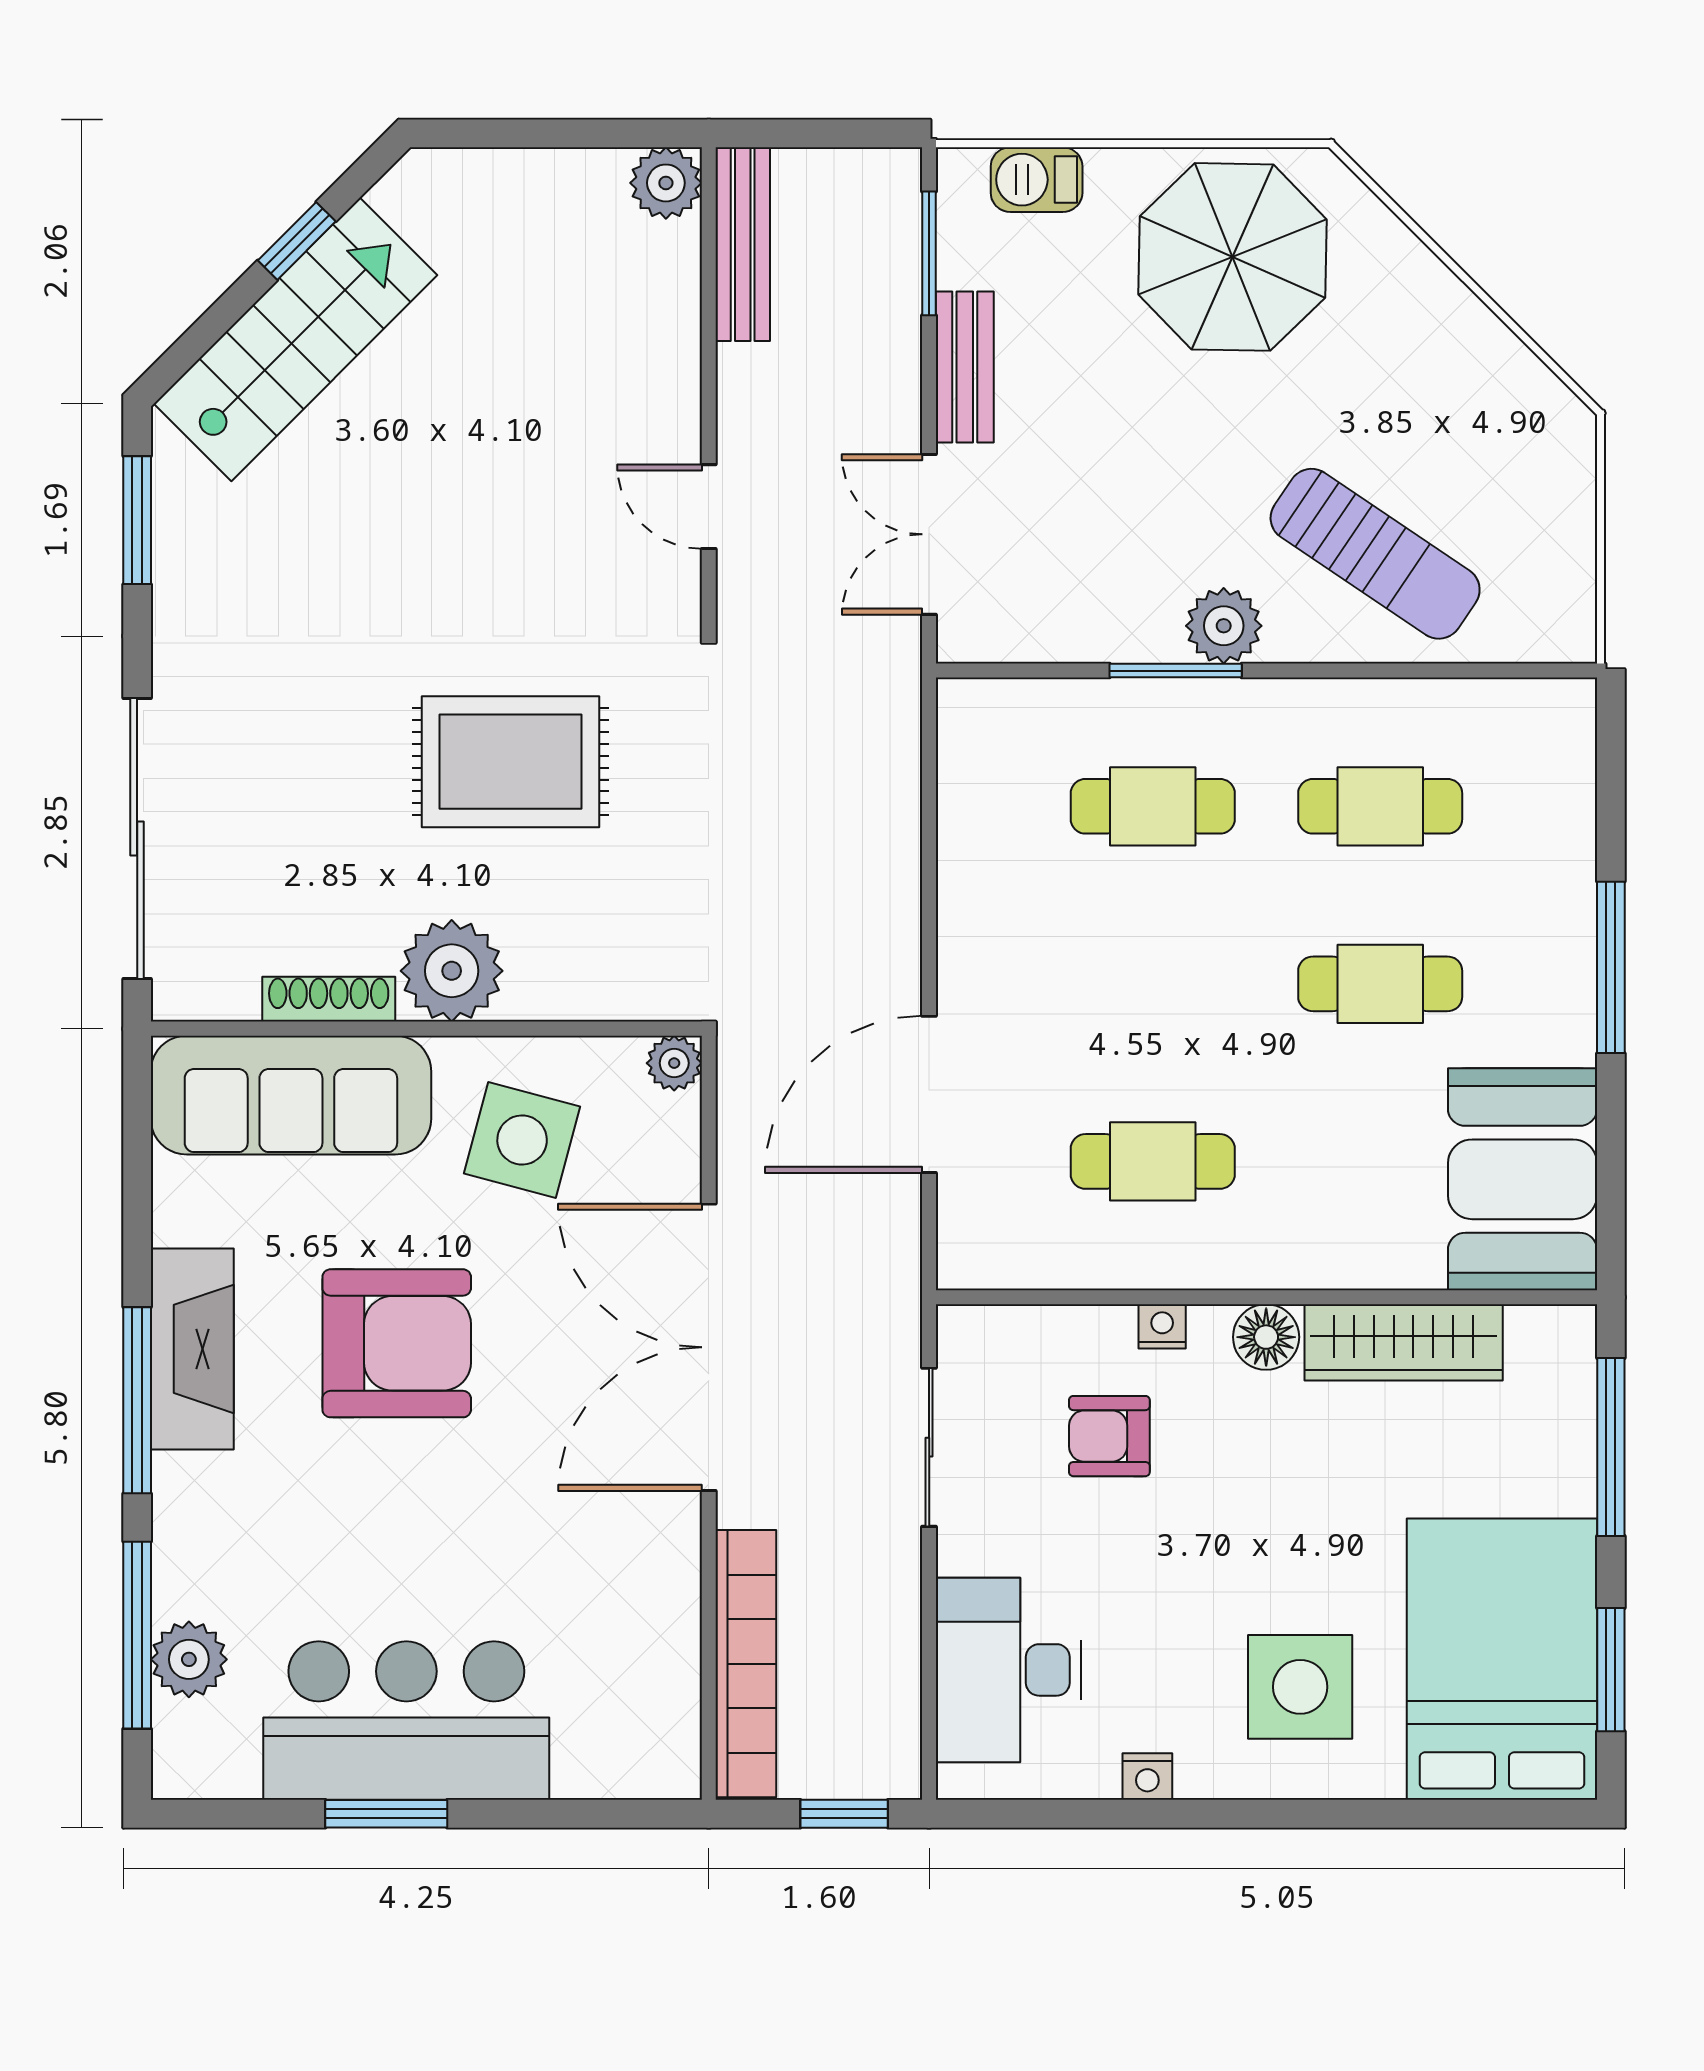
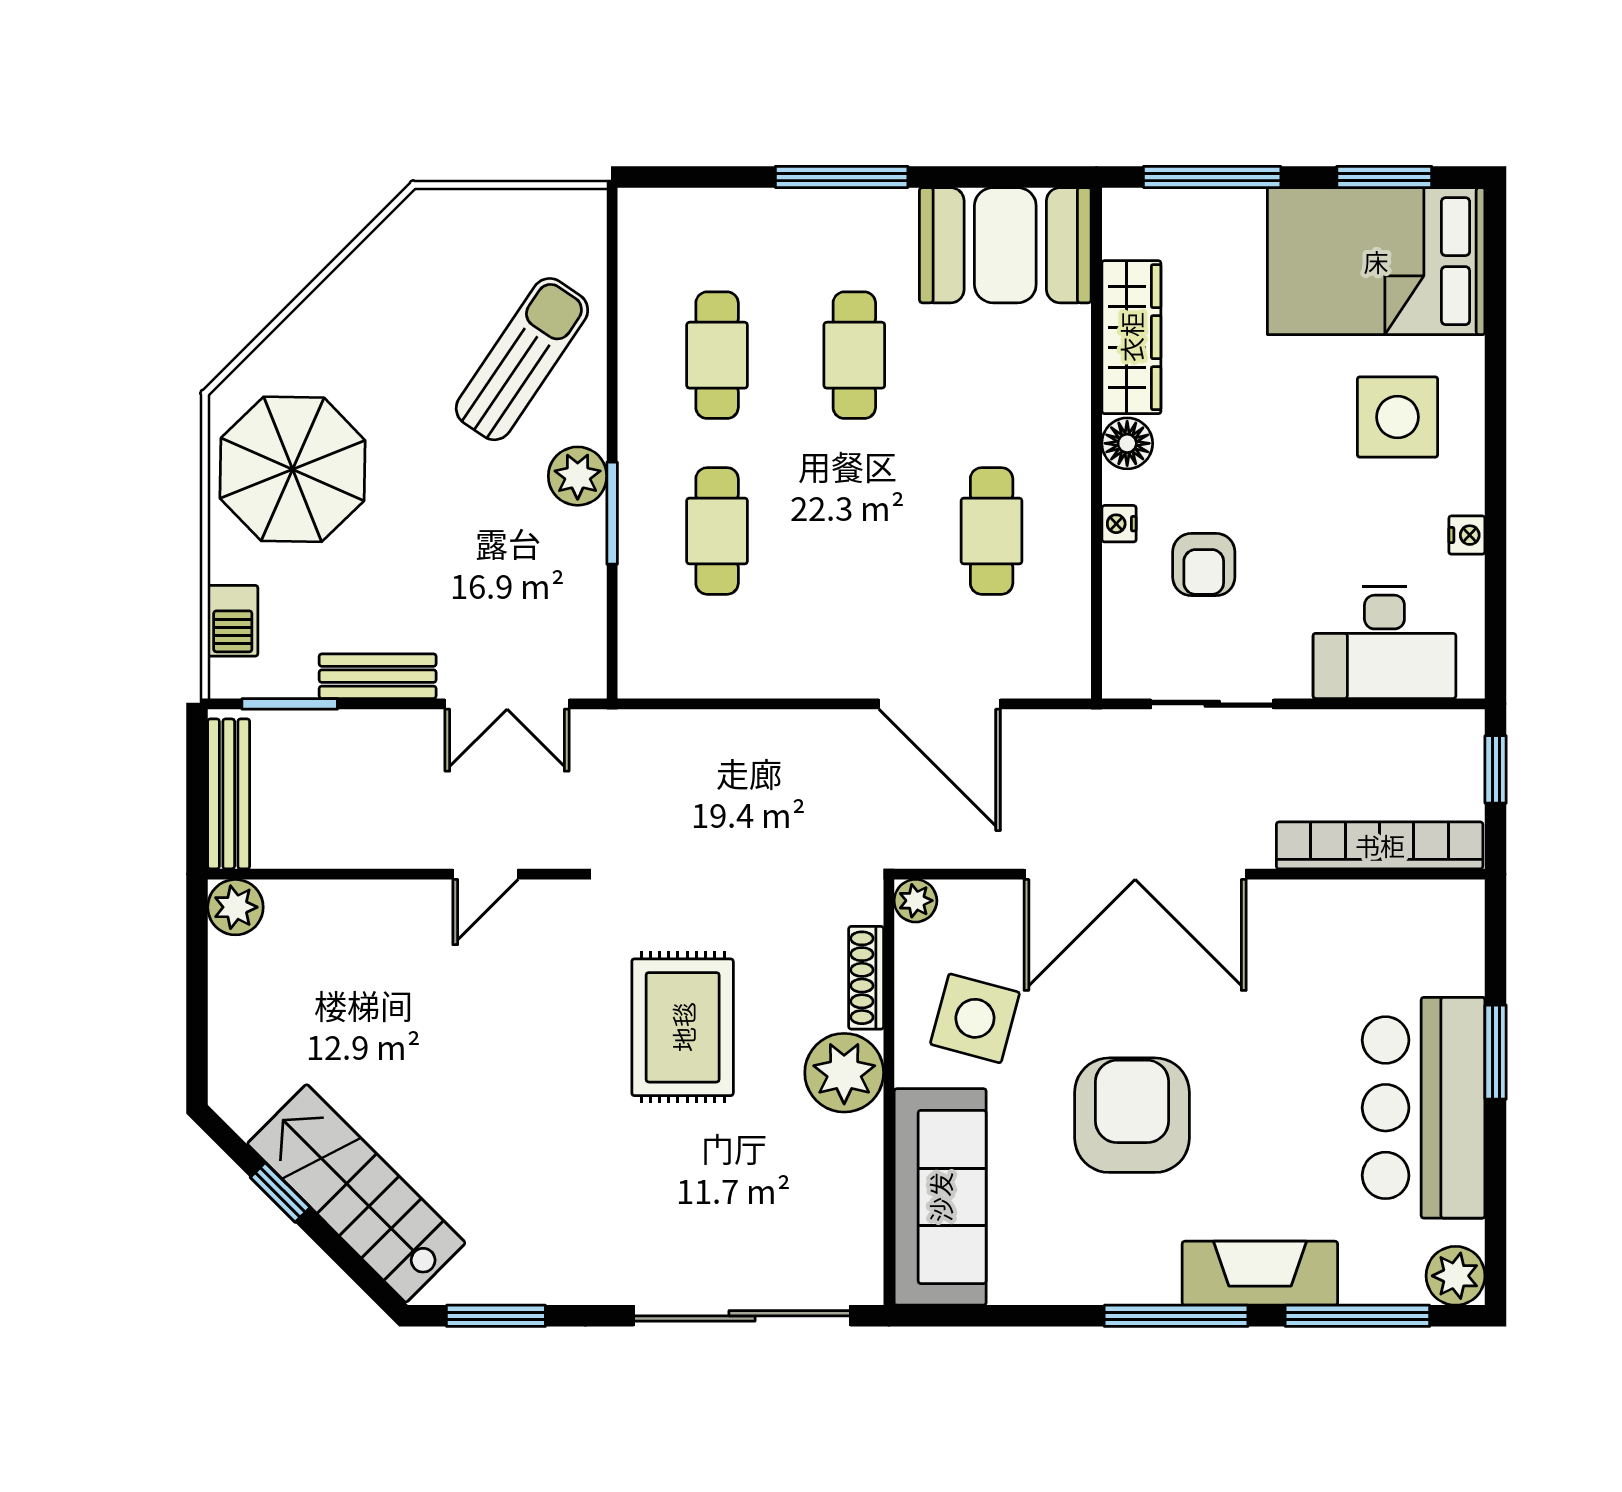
bench: (743, 244) -> (229, 794), moved, turned 90
shoe rack: (329, 999) -> (866, 978), moved
fireplace: (192, 1349) -> (1260, 1273), moved
plant: (189, 1659) -> (1455, 1276), moved
window: (386, 1814) -> (1496, 1052), moved

